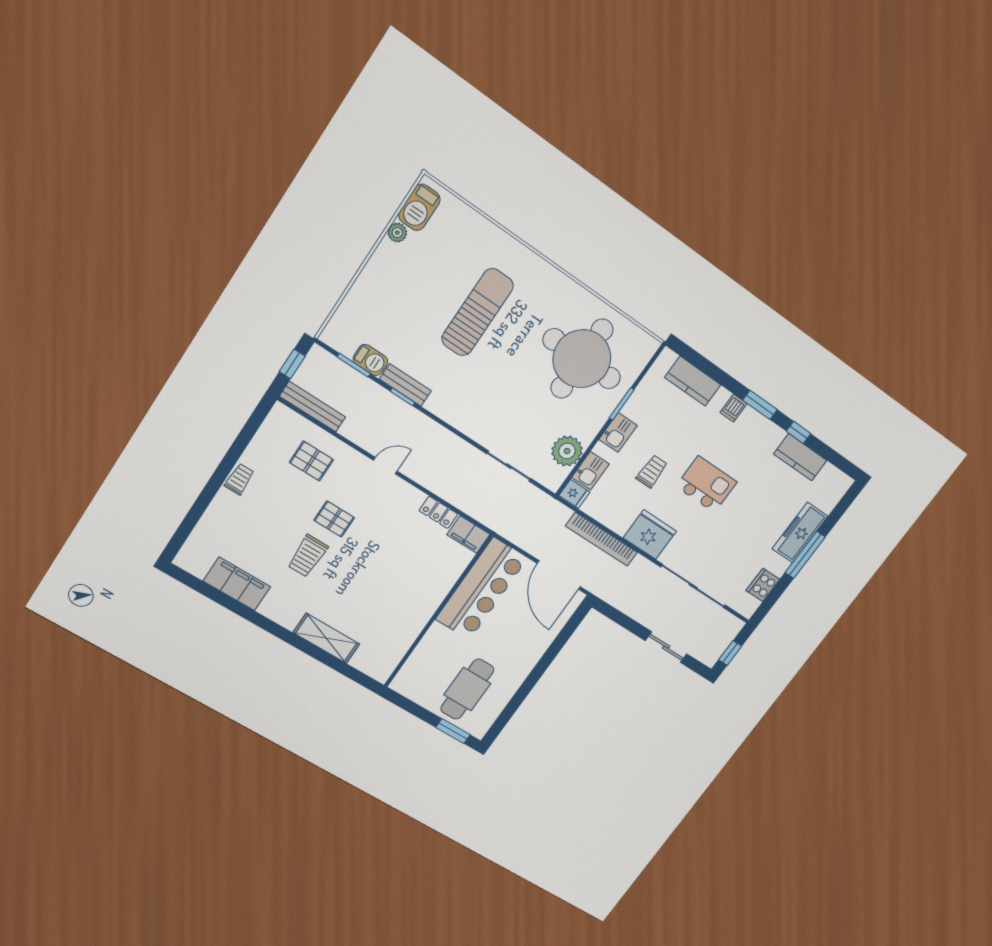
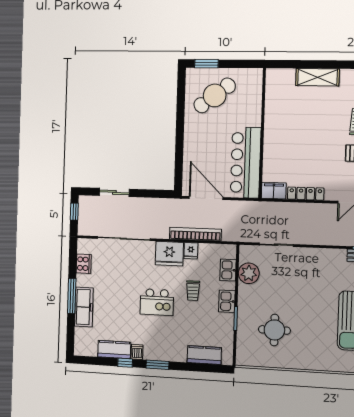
round table: (582, 359) -> (274, 330), width x0.54, depth x0.54
dishwasher: (734, 408) -> (137, 352), moved
fridge: (574, 494) -> (191, 251), moved, turned -90
locker: (438, 512) -> (306, 194), width x1.53
cafe table: (467, 689) -> (215, 95), turned 53

